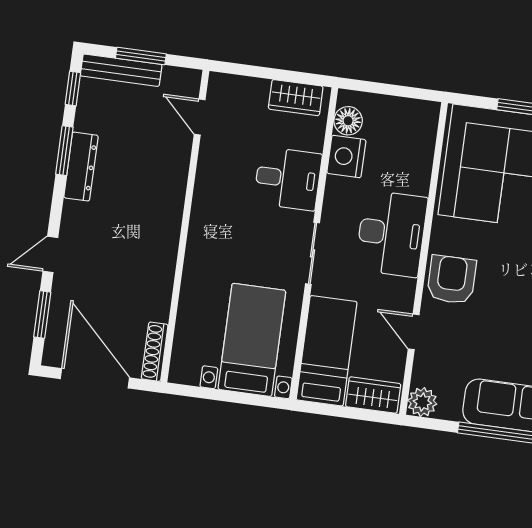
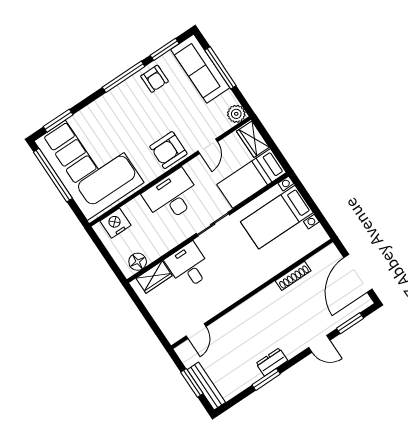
window: (73, 89) -> (234, 401), removed
wardrobe: (296, 98) -> (154, 277), moved, turned 90
nightstand: (346, 157) -> (115, 223), moved, turned 180
dresser: (81, 167) -> (272, 362), width x0.70
shoe rack: (155, 352) -> (293, 276), moved

